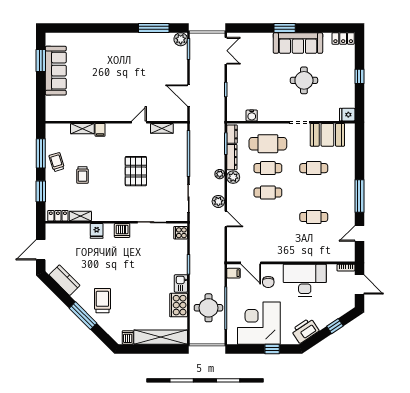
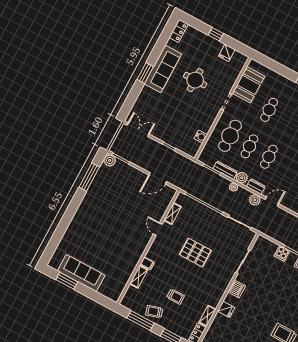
fridge: (347, 115) -> (227, 53), moved
dresser: (232, 134) -> (256, 186), moved
cooker: (181, 233) -> (282, 253), moved

